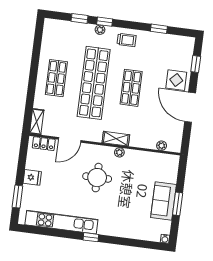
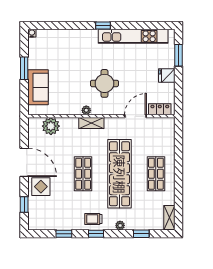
window: (105, 22) -> (96, 234), moved
shelving: (37, 122) -> (169, 218), moved
plant: (162, 146) -> (51, 126), width x1.88, depth x1.88
sofa: (163, 201) -> (38, 87), moved

